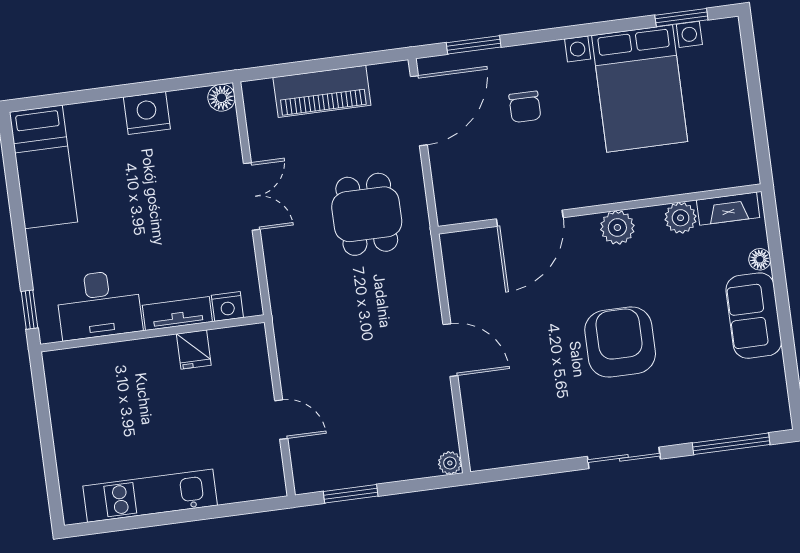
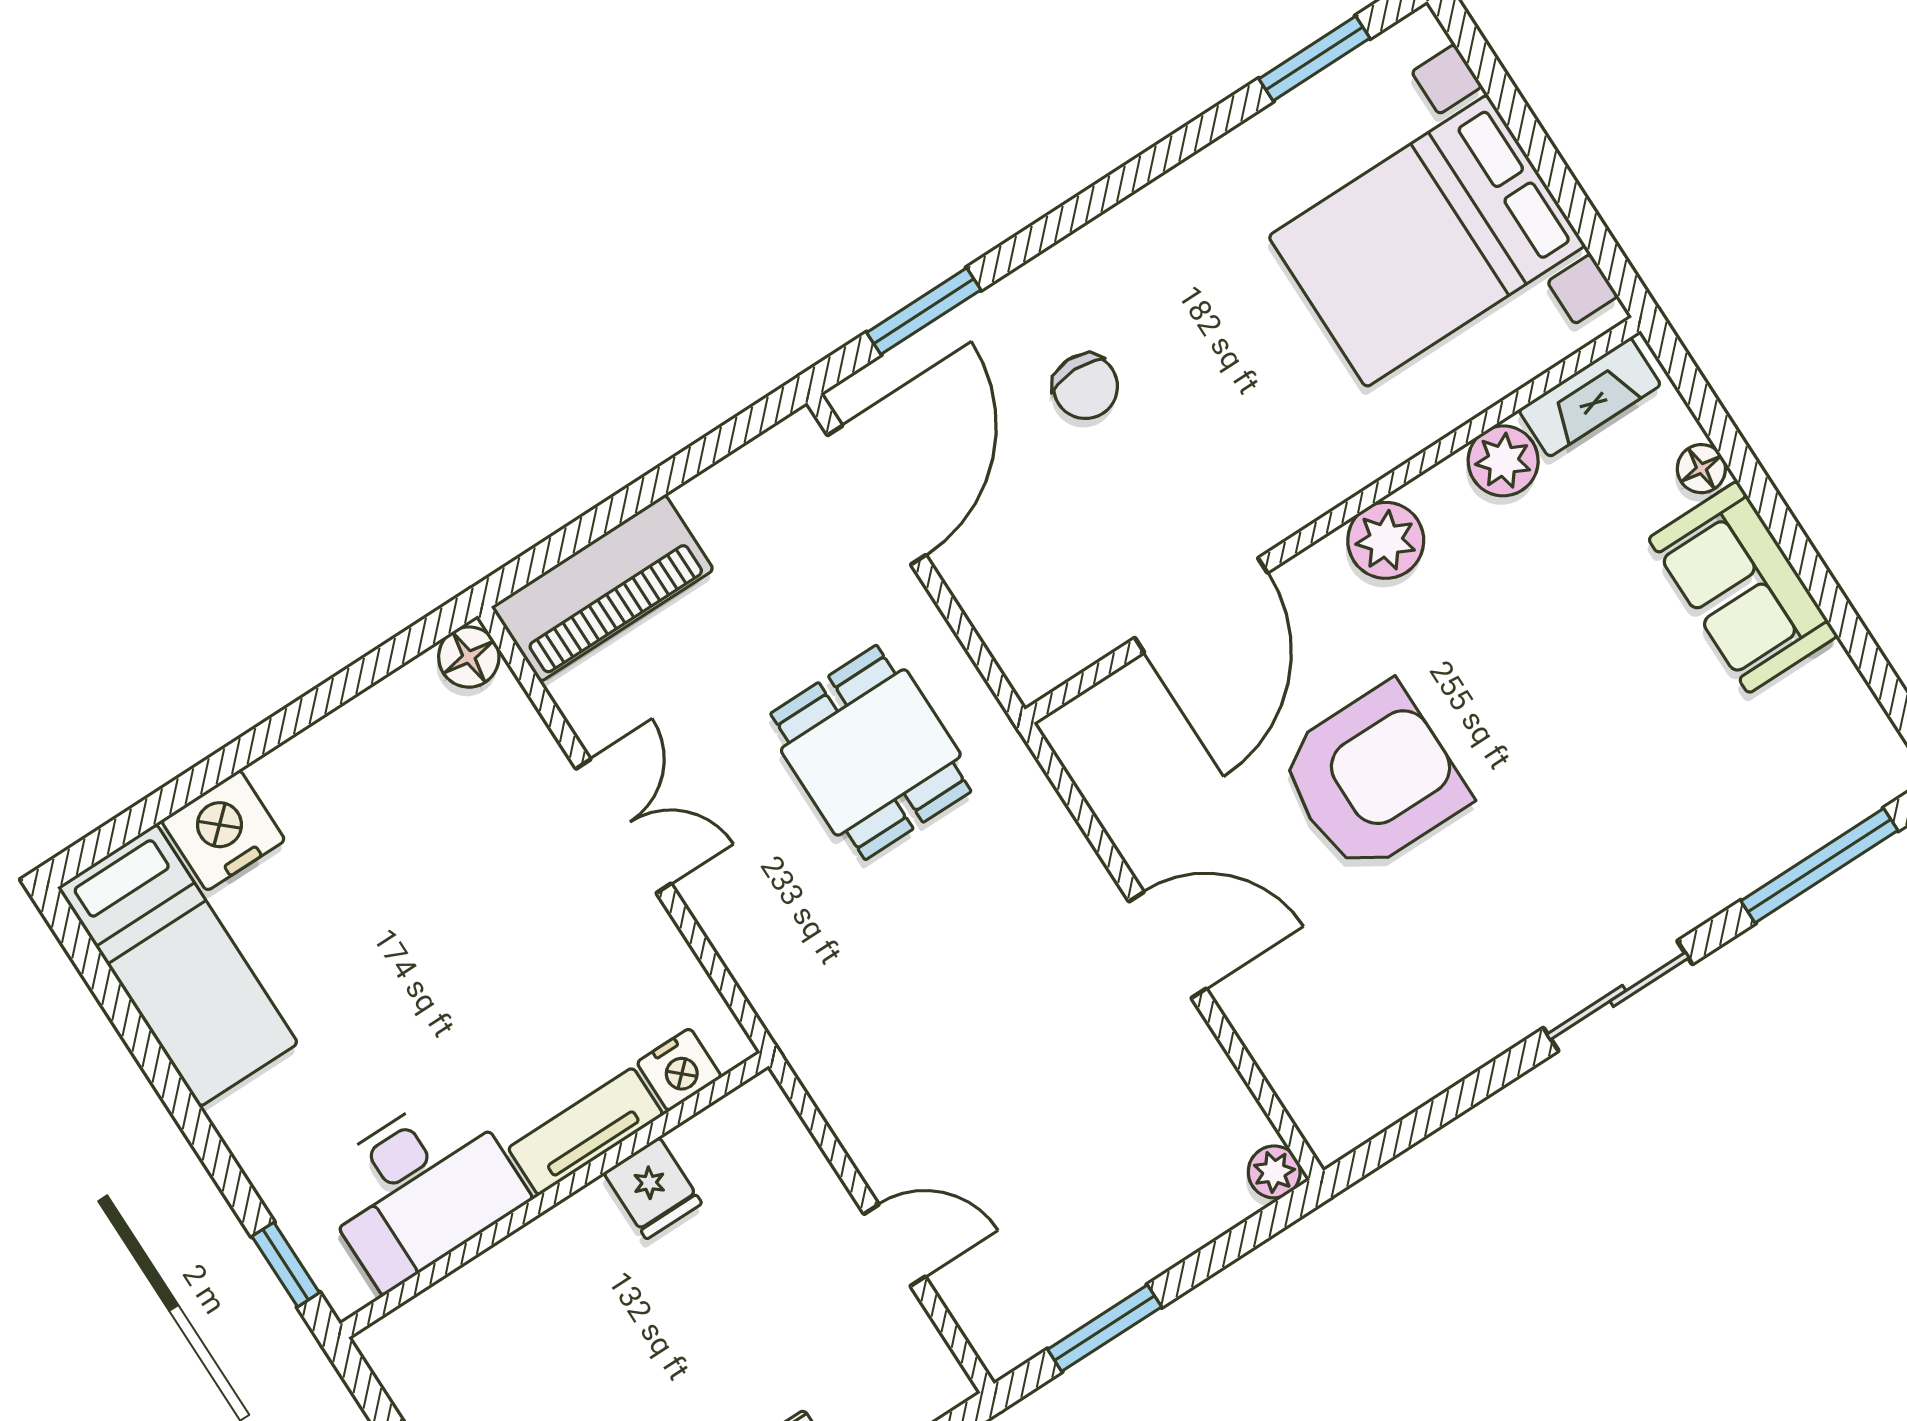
bed with nightstands: (640, 88) -> (1427, 241), moved, turned 90
piano: (322, 91) -> (603, 588), moved
nightstand: (147, 113) -> (223, 830), moved
armchair: (620, 342) -> (1373, 778), moved, turned 90

